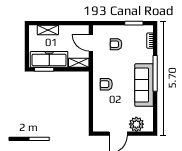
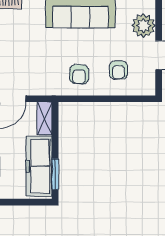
armchair: (116, 44) -> (118, 70), moved

